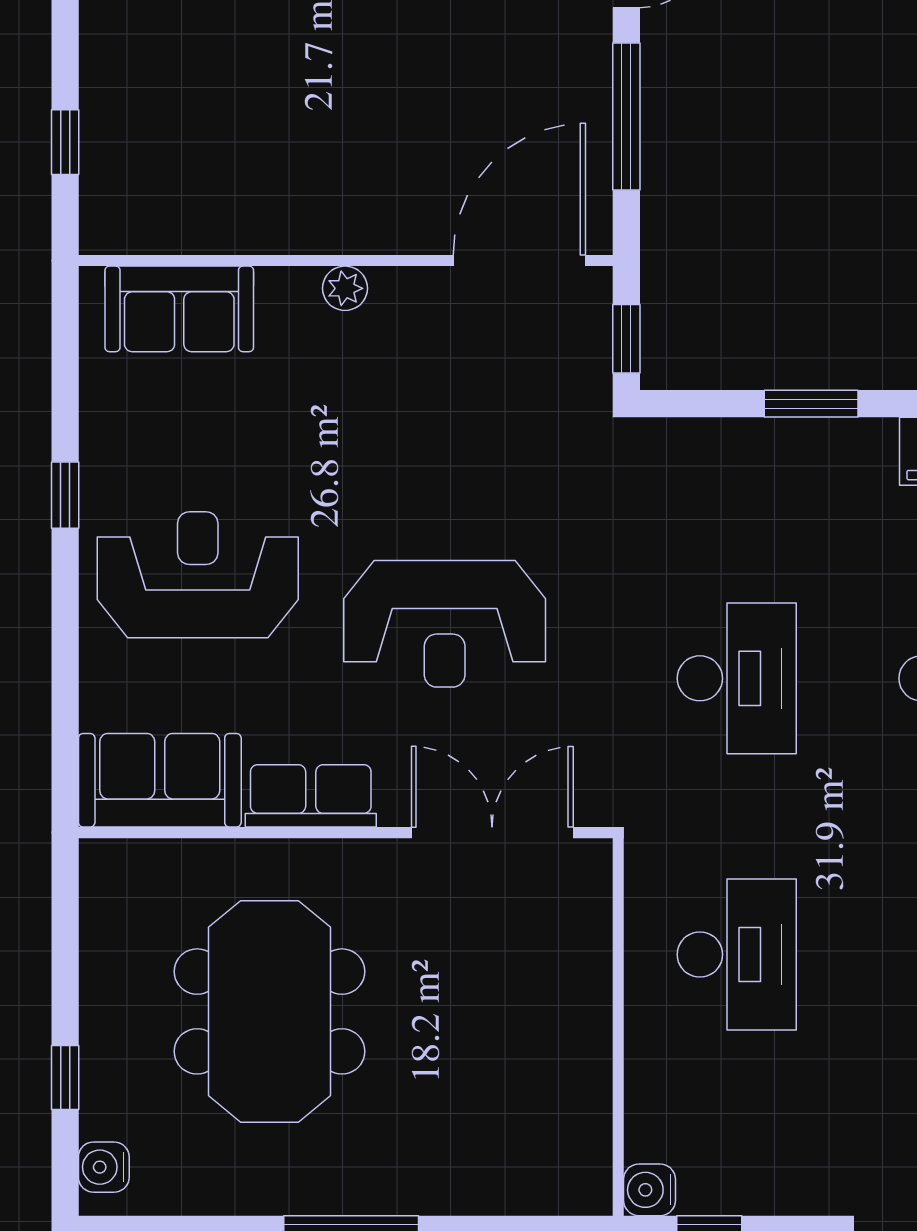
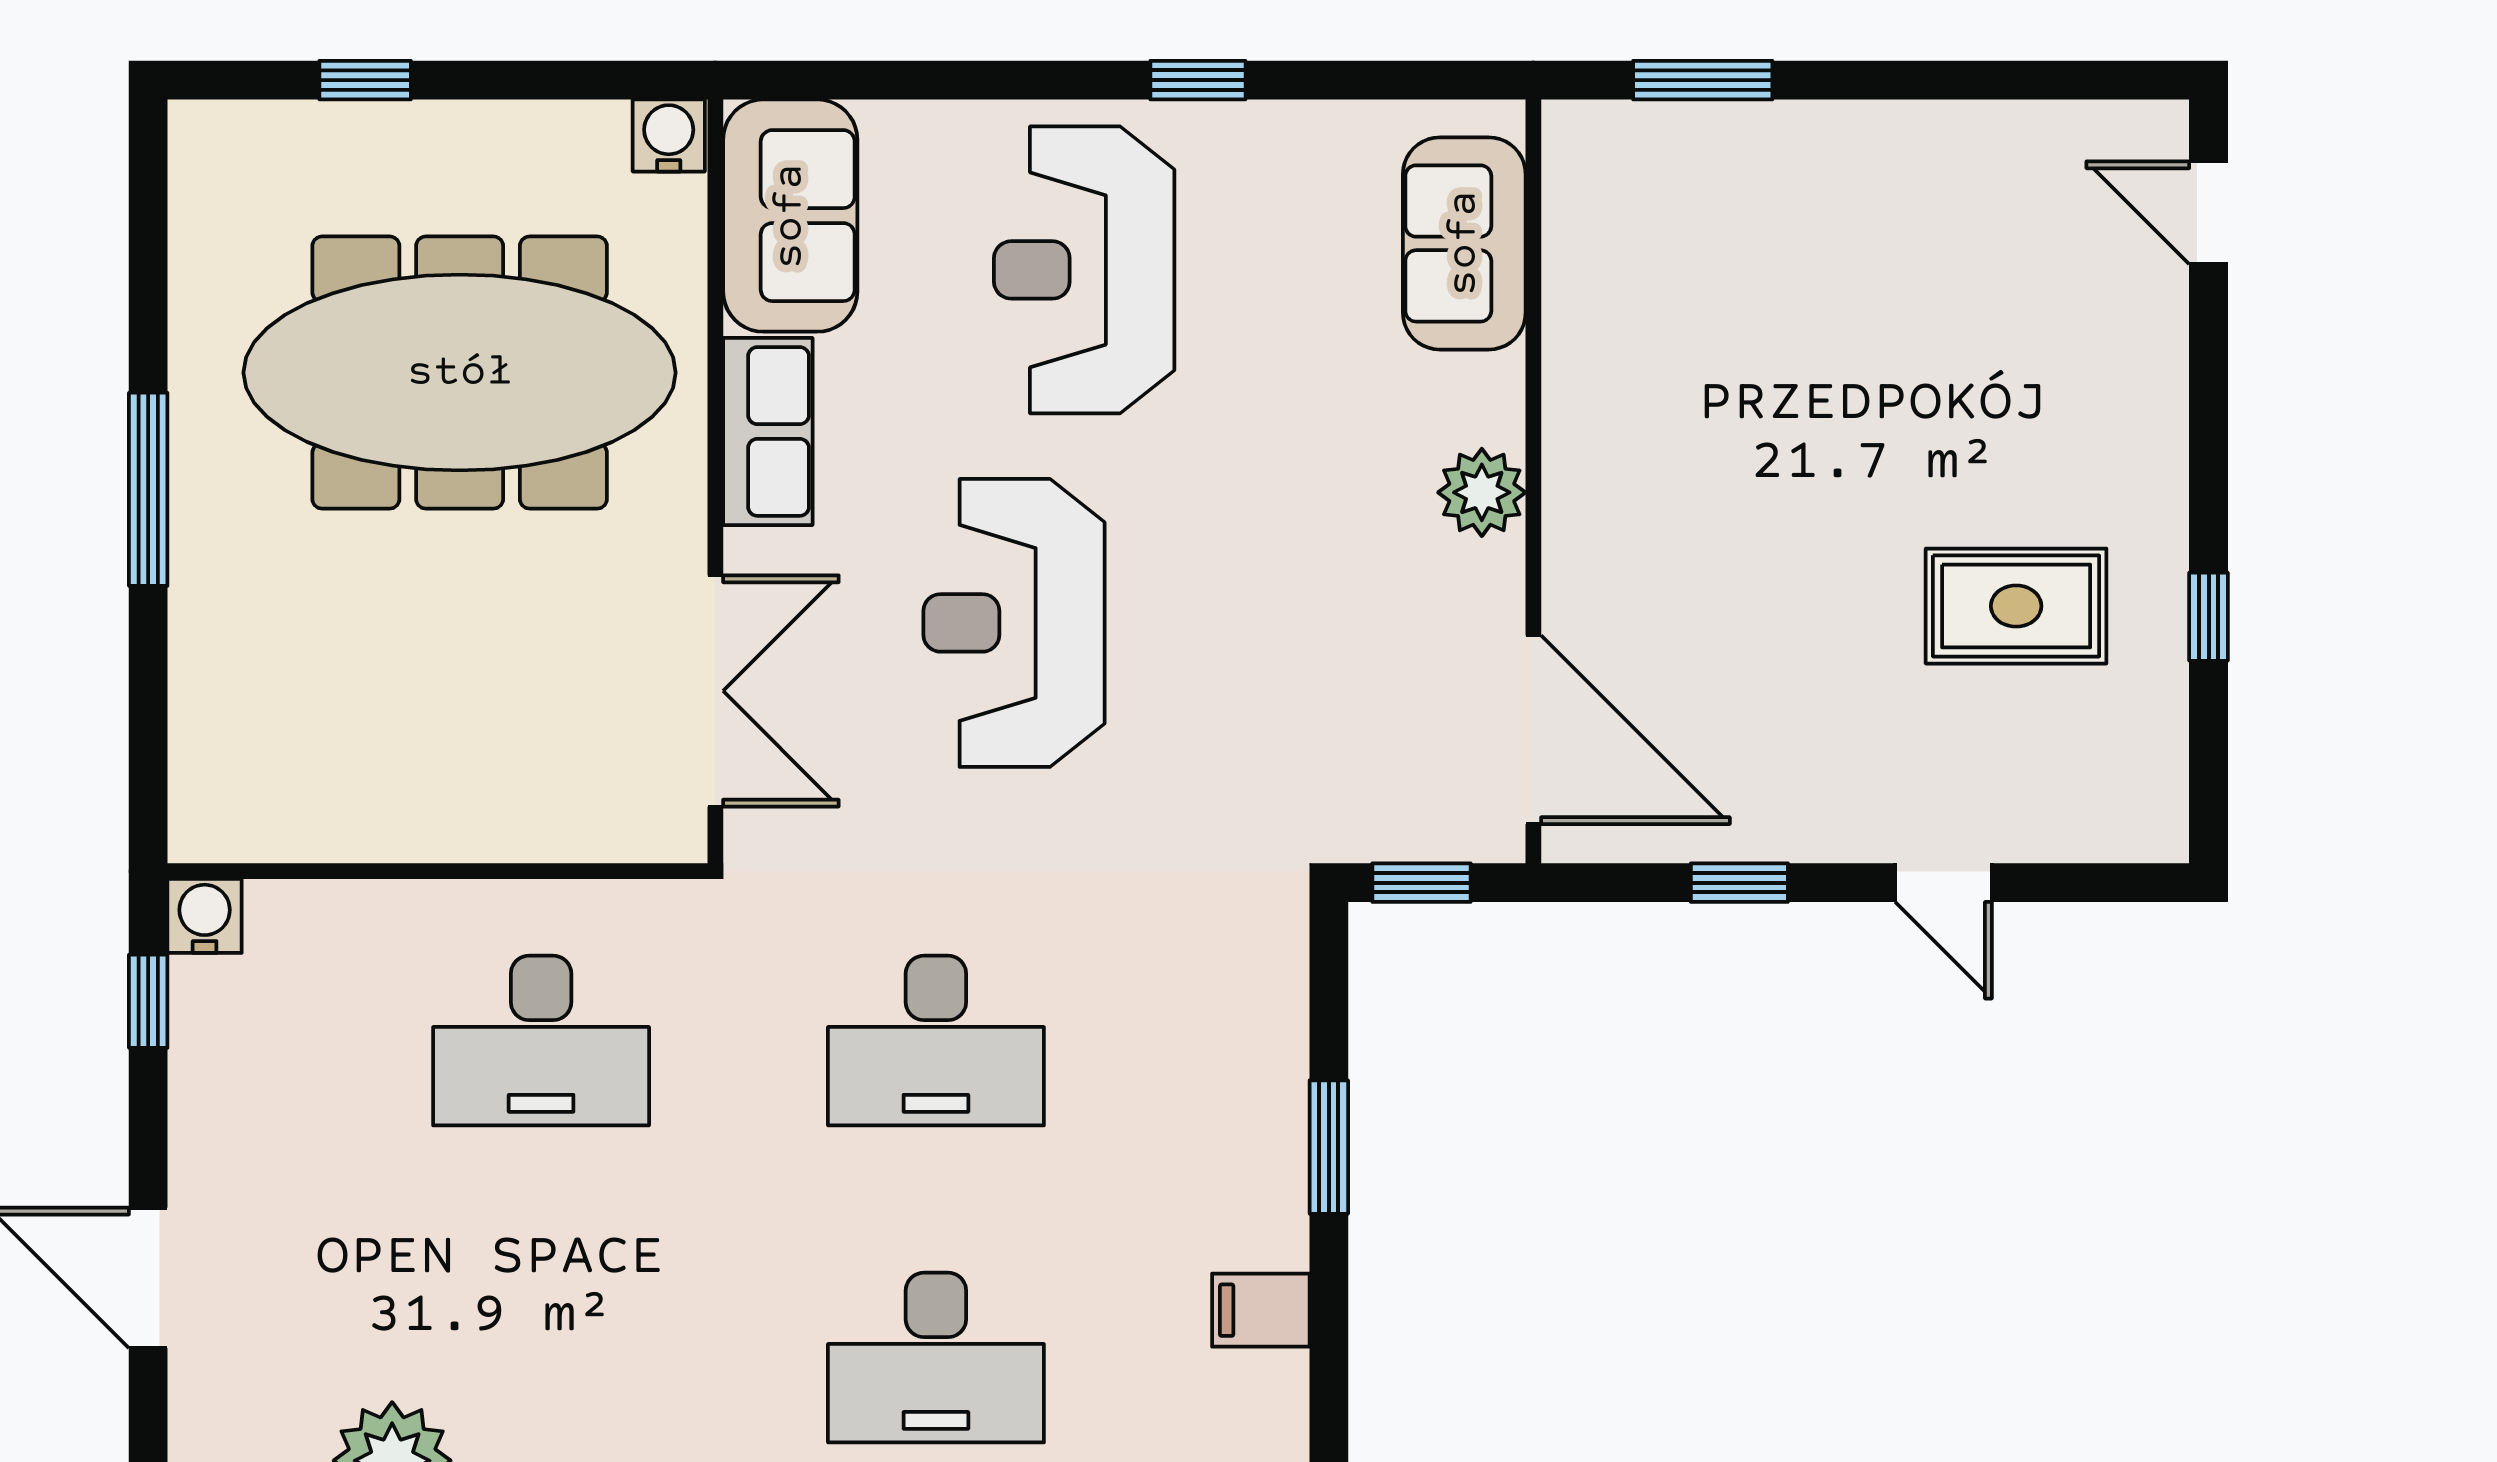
window: (626, 116) -> (1739, 883), width x0.46
window: (65, 142) -> (1703, 80), width x1.50
plant: (345, 288) -> (1482, 492), width x1.38, depth x1.38
reception desk: (198, 575) -> (1084, 270), turned 180
meeting table: (270, 1011) -> (460, 373), width x1.36
water cooler: (104, 1167) -> (669, 136), moved

